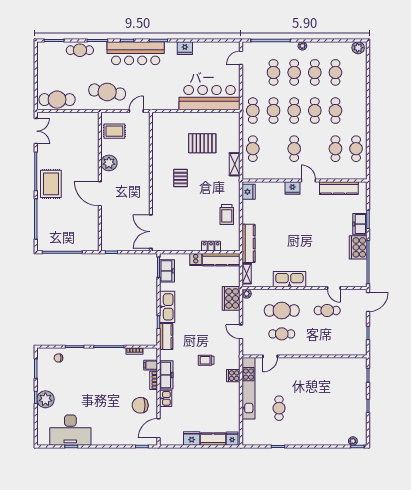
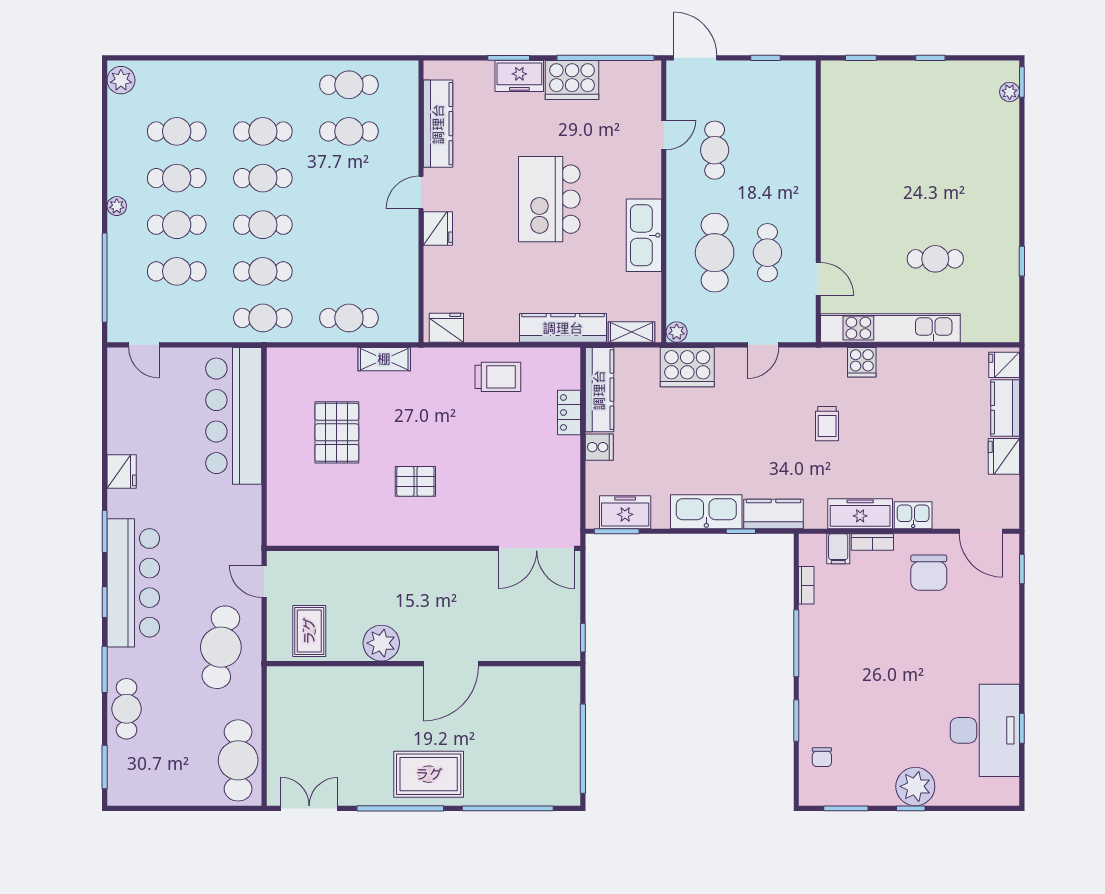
cafe table: (294, 149) -> (349, 225), removed
kitchen island: (305, 237) -> (549, 199), added

